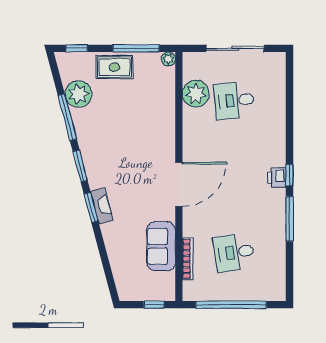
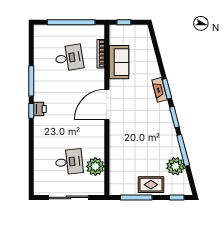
plant: (168, 59) -> (114, 190), removed

